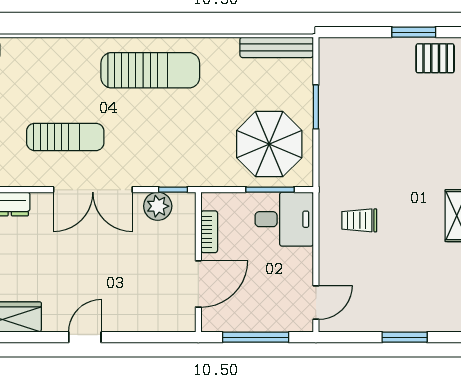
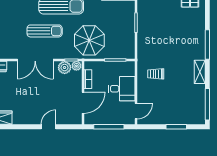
sun lounger: (65, 137) -> (45, 31), moved
parasol: (269, 144) -> (89, 40), moved
plant: (184, 202) -> (76, 66), added
desk: (284, 219) -> (122, 89), moved
door: (85, 337) -> (49, 127), moved

